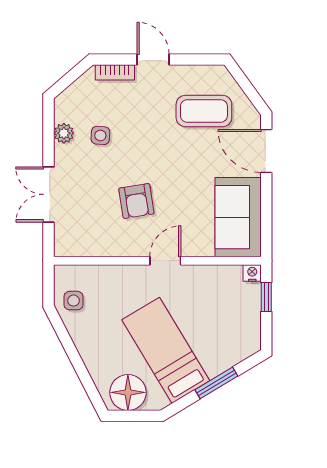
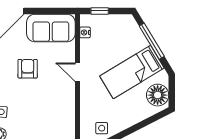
armchair: (136, 201) -> (28, 69), moved, turned -81
nightstand: (252, 273) -> (85, 32), moved
window: (216, 383) -> (152, 41), width x1.44

